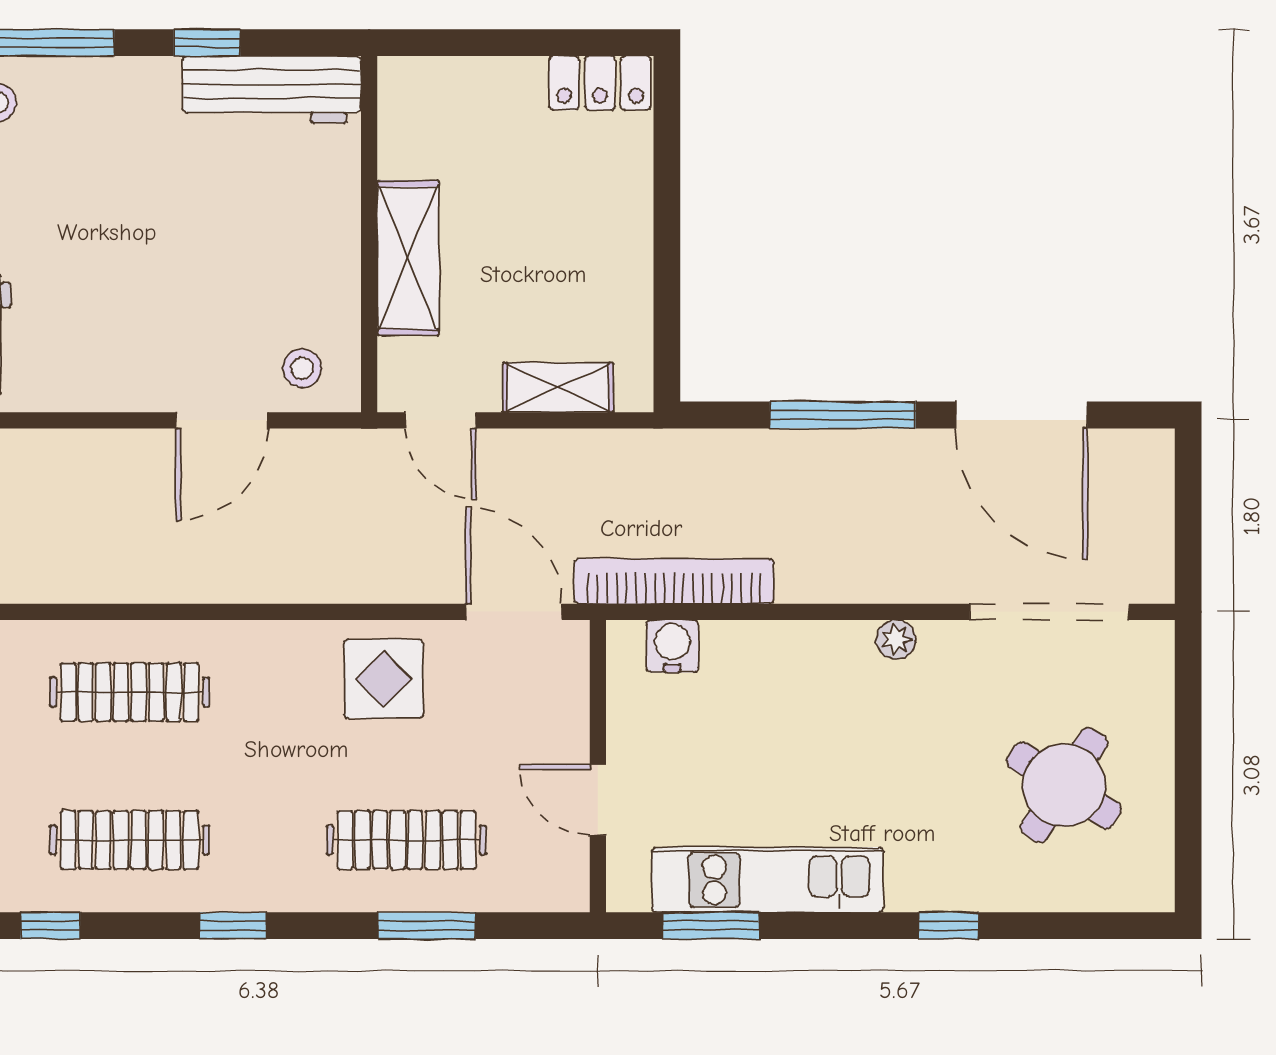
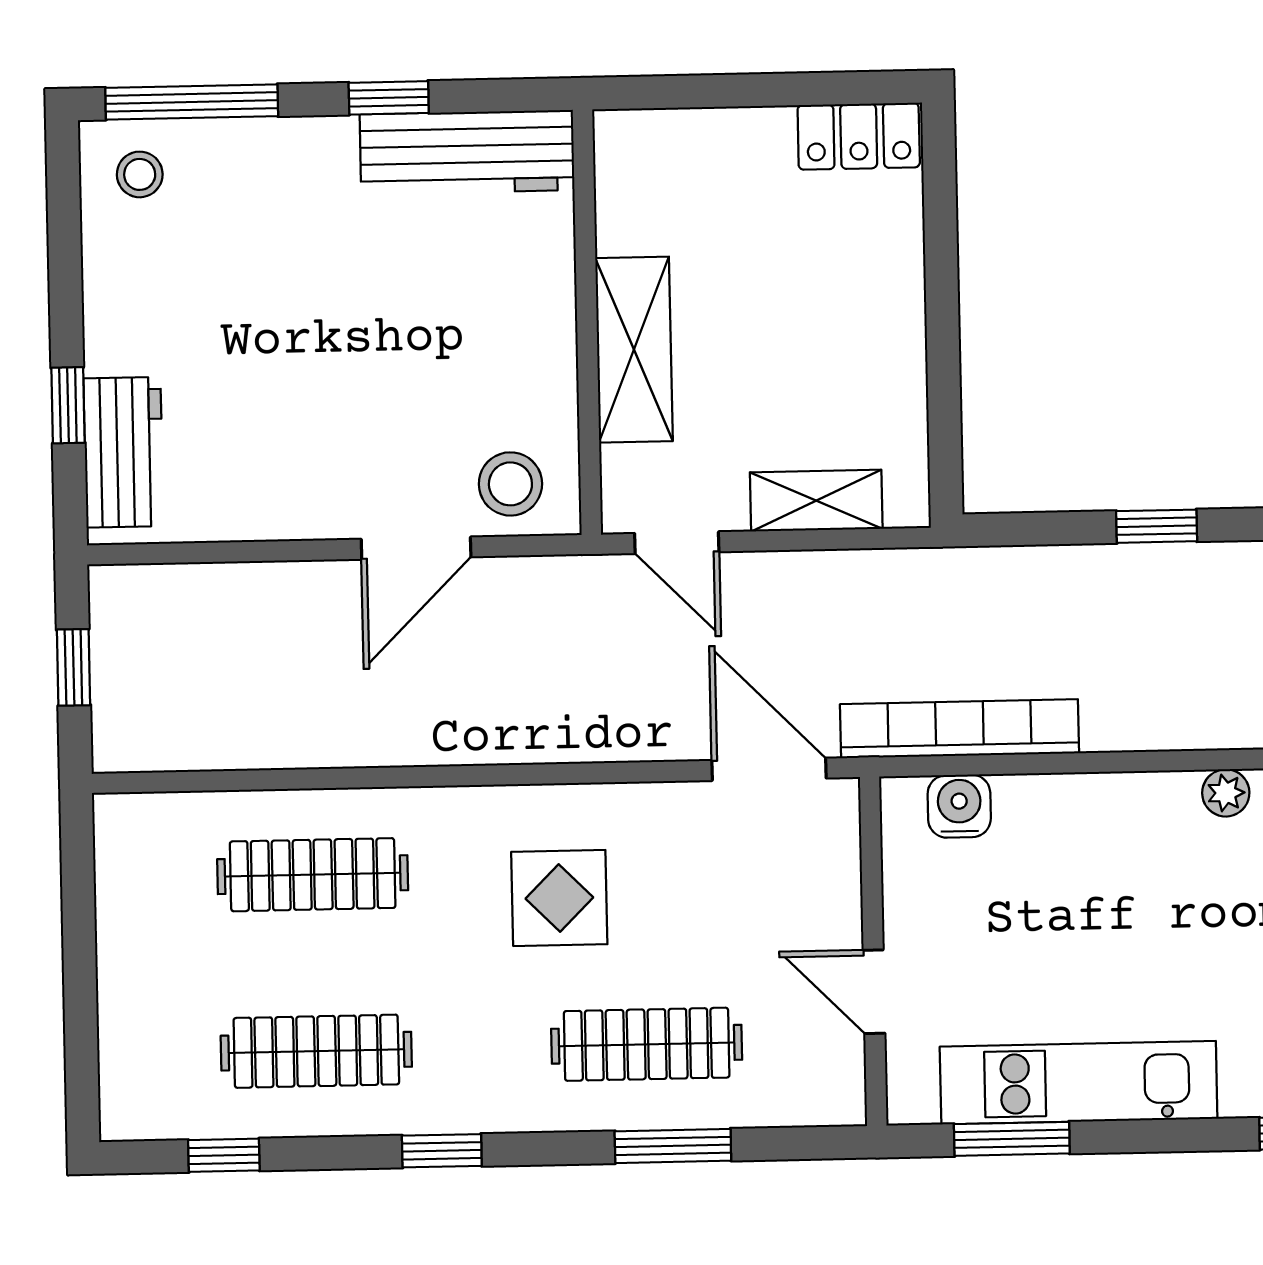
stool: (302, 368) -> (510, 484), width x1.37, depth x1.37
window: (843, 415) -> (1157, 526), width x0.46
display table: (384, 679) -> (559, 898), moved

